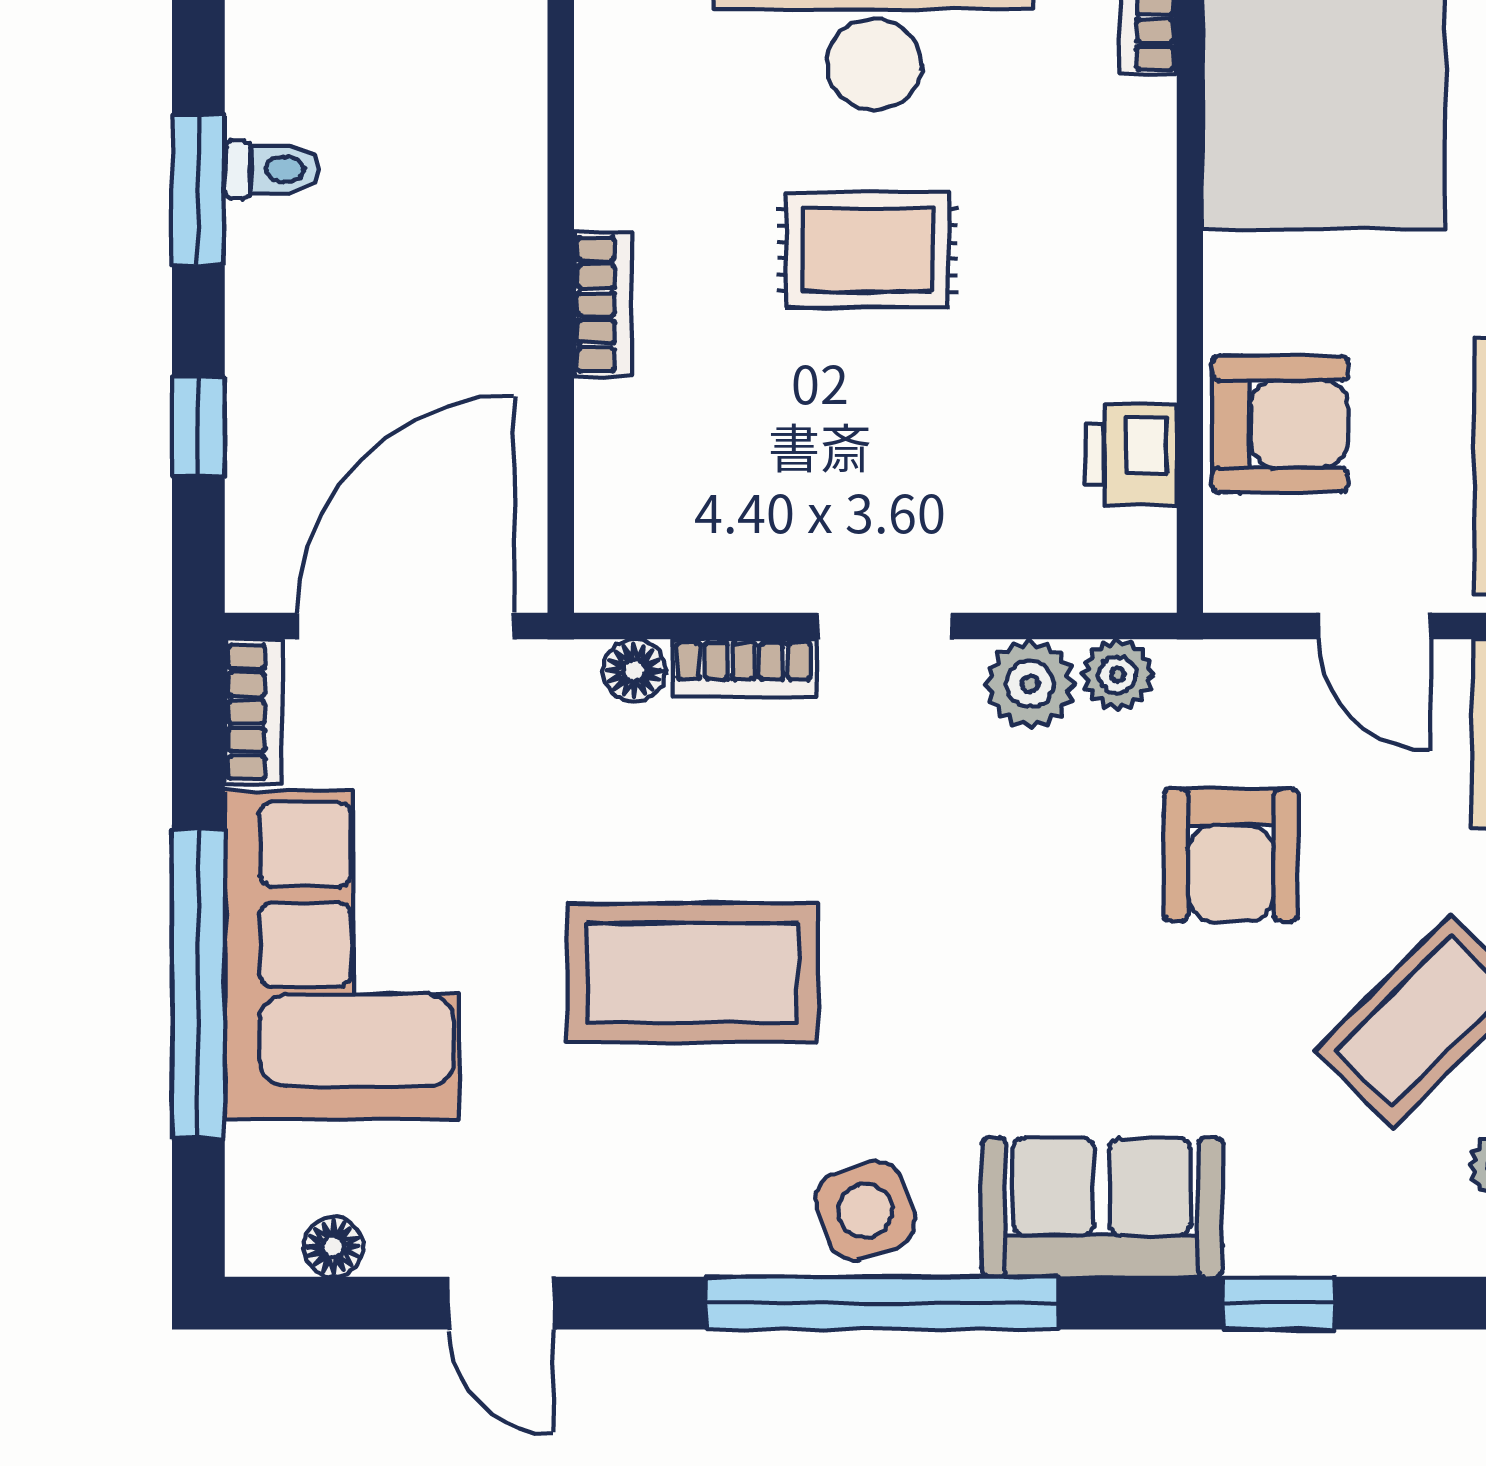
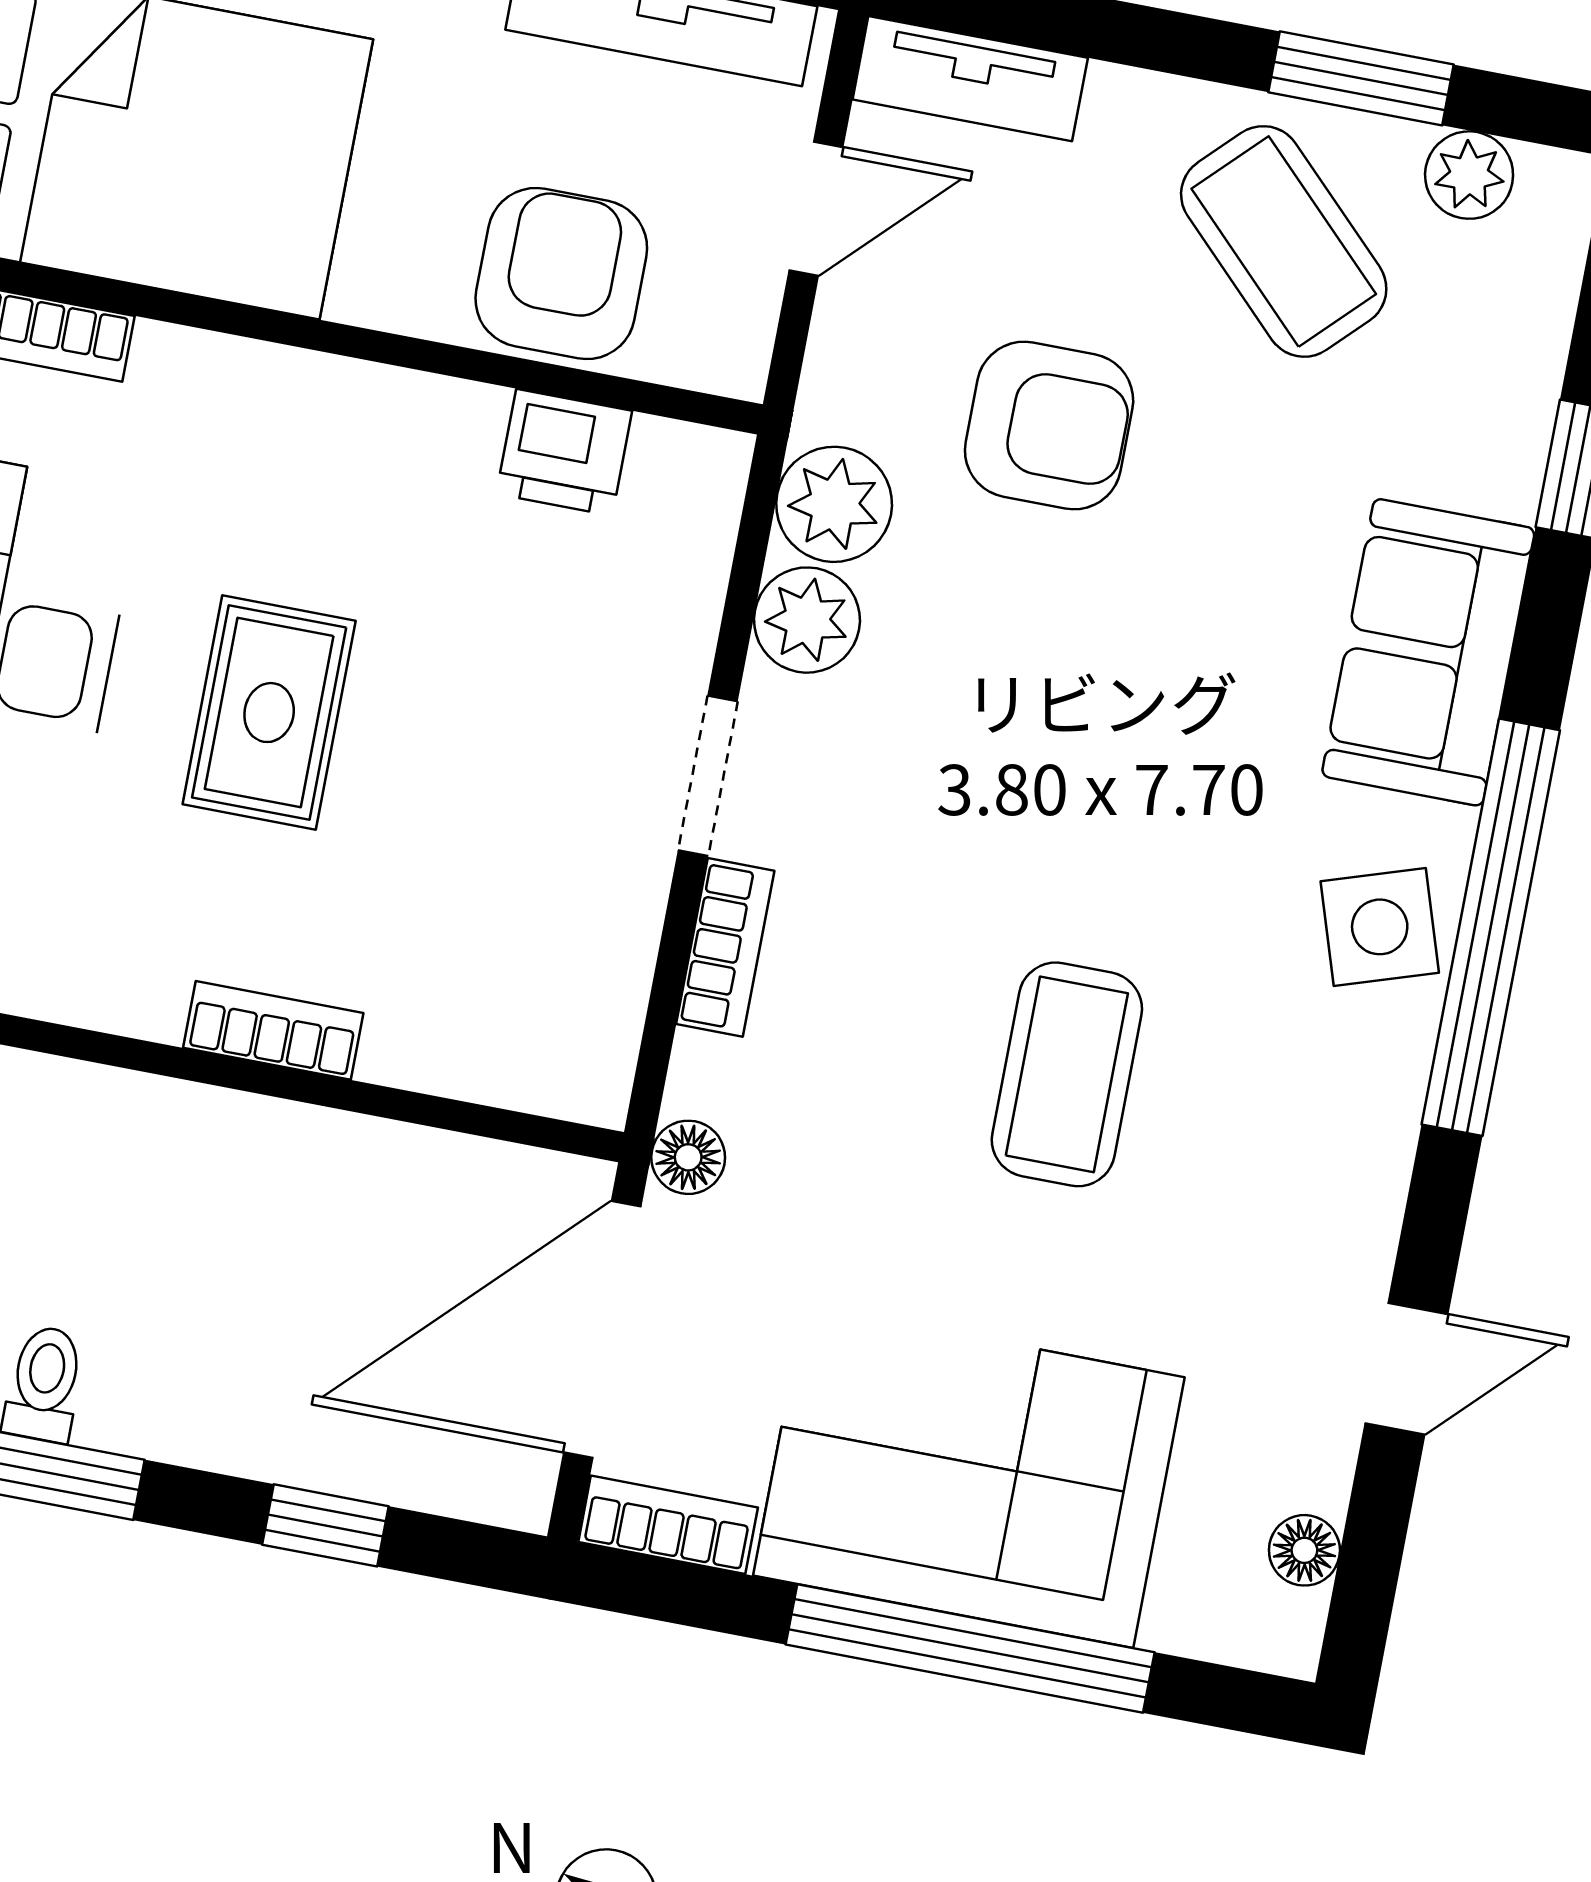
door: (406, 626) -> (602, 1330), hinge flipped
floor lamp: (634, 670) -> (688, 1157), moved
plant: (1117, 675) -> (834, 504), width x1.38, depth x1.38
coffee table: (692, 973) -> (1067, 1074), width x0.73, depth x0.76

